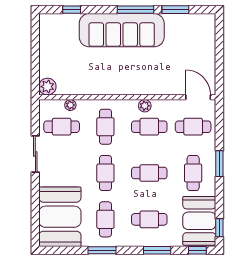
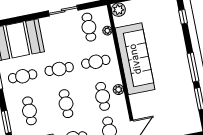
sofa: (122, 30) -> (135, 59), moved, turned 180

